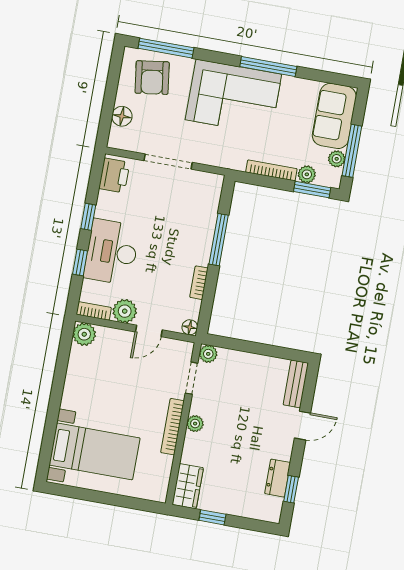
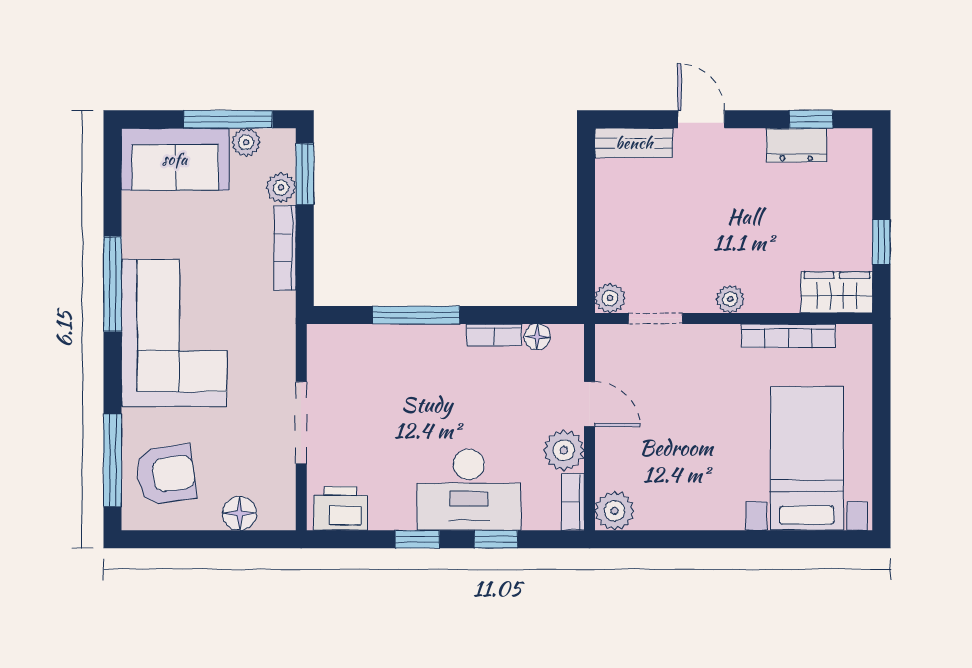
floor lamp: (190, 327) -> (537, 337), moved
bookcase: (172, 427) -> (788, 336), moved

